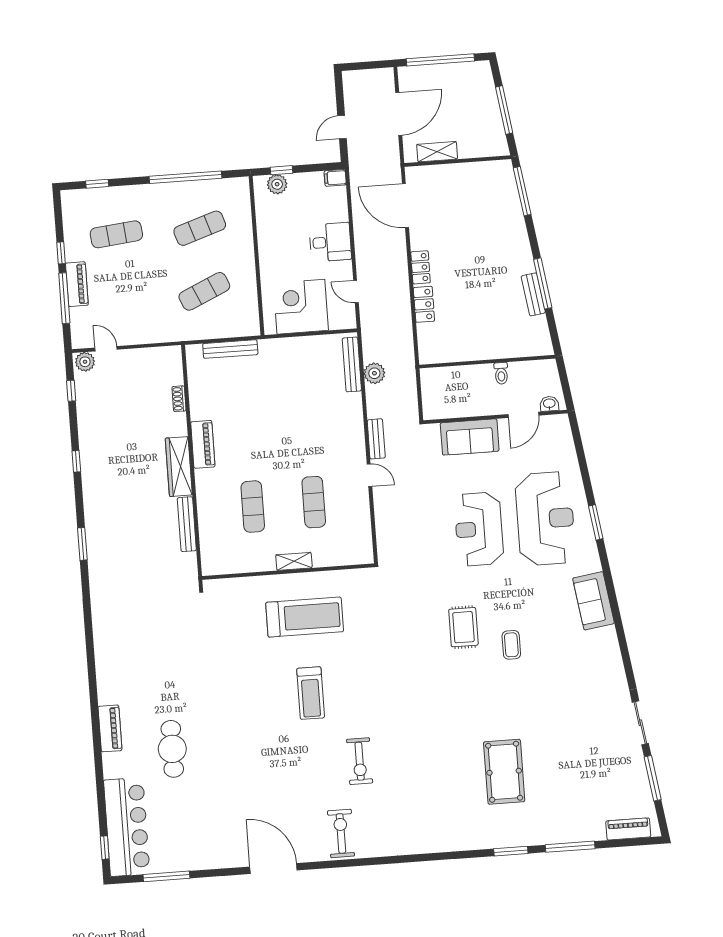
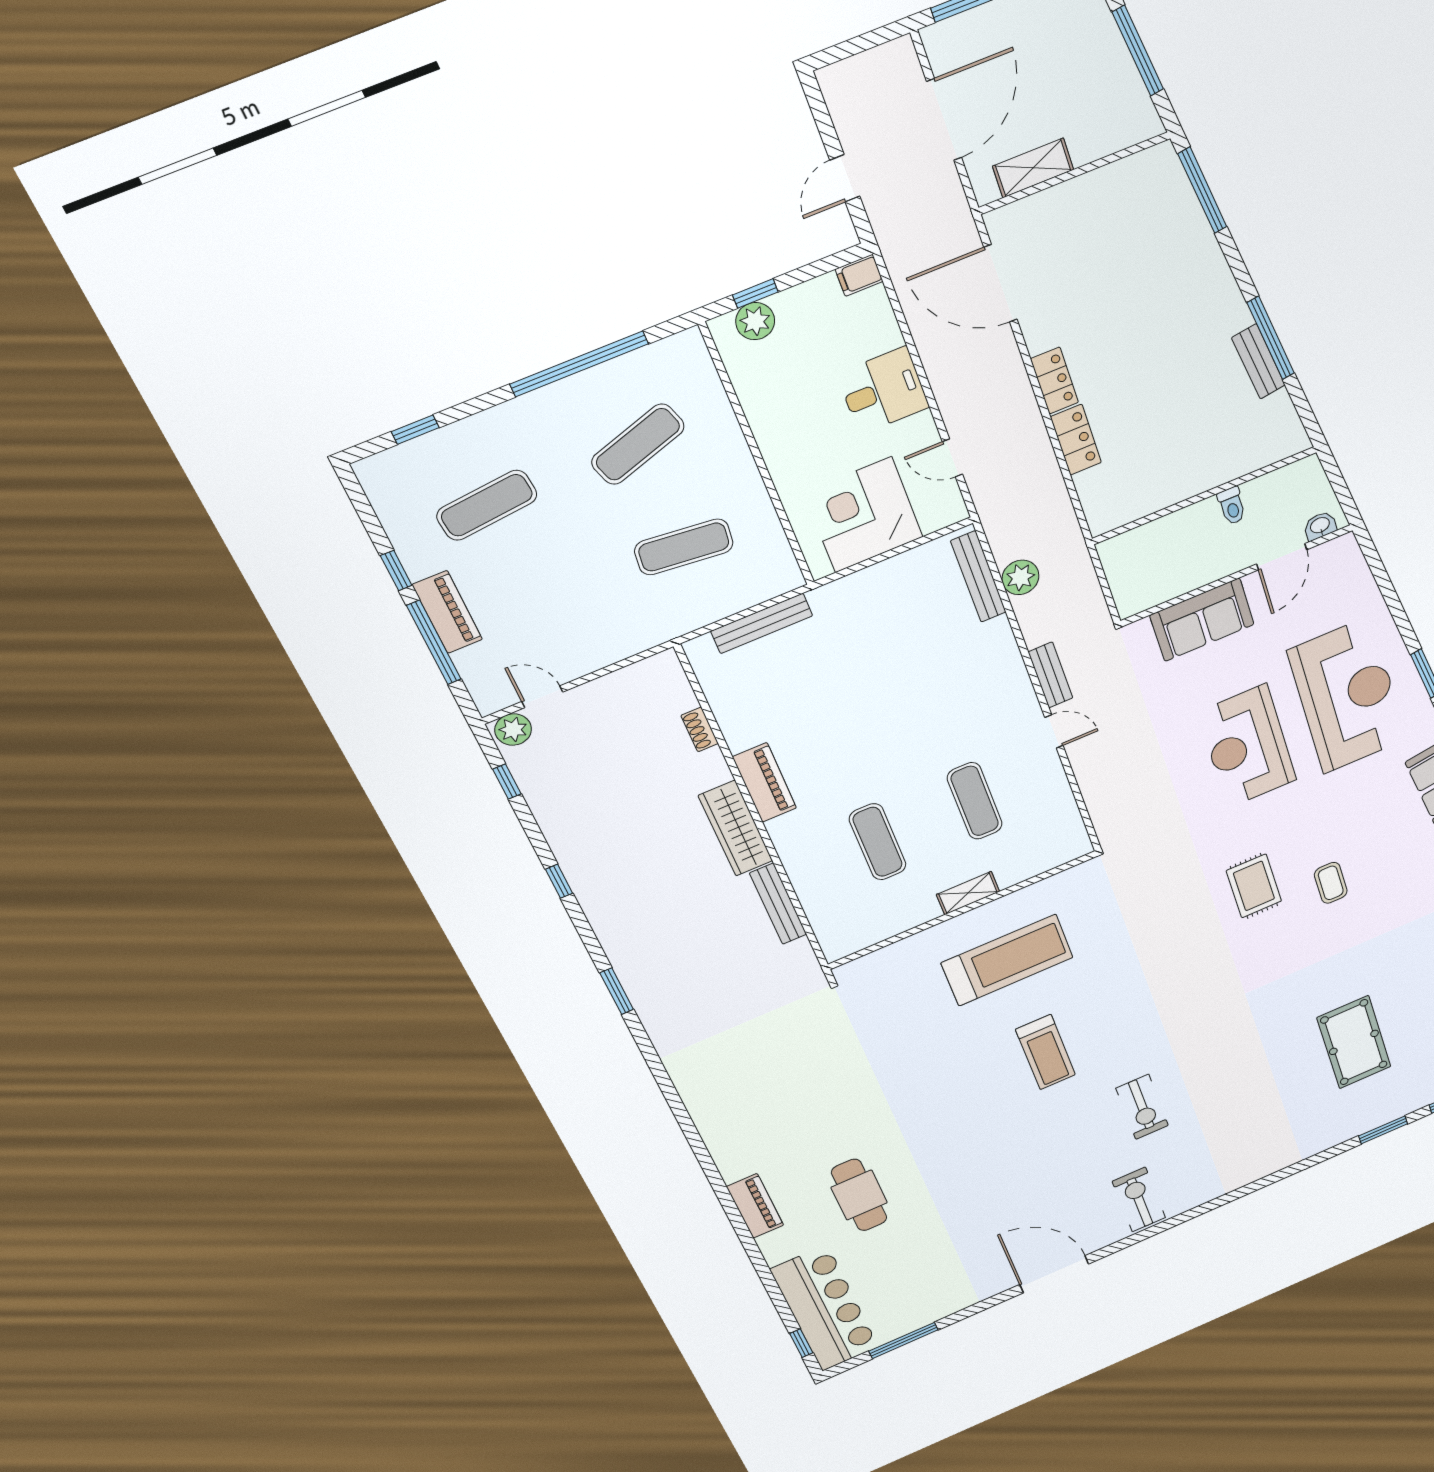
exercise mat: (204, 291) -> (684, 547), turned 30

